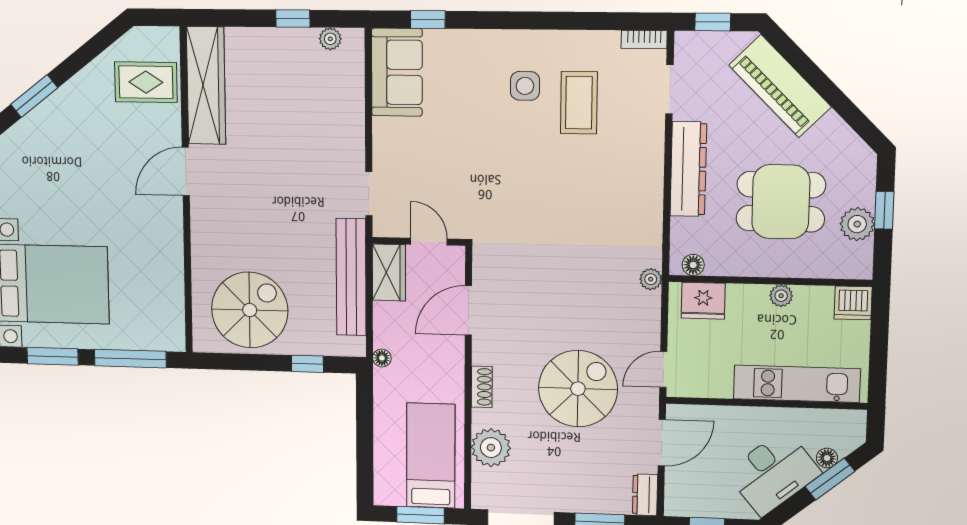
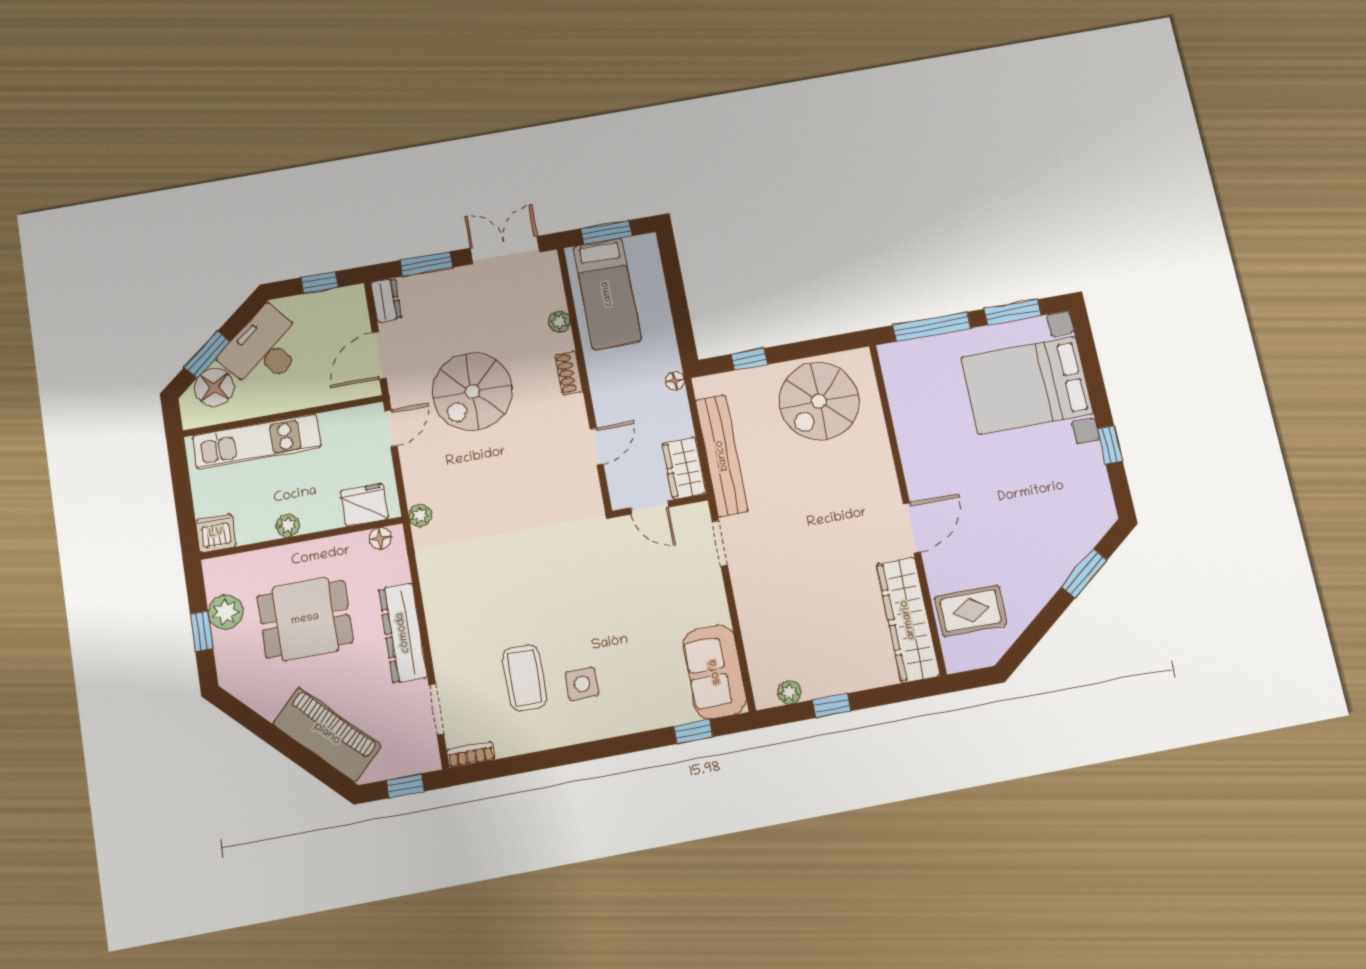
door: (468, 311) -> (597, 447), width x0.73
plant: (491, 448) -> (559, 322), width x0.53, depth x0.53
floor lamp: (827, 458) -> (214, 387), width x1.89, depth x1.89

